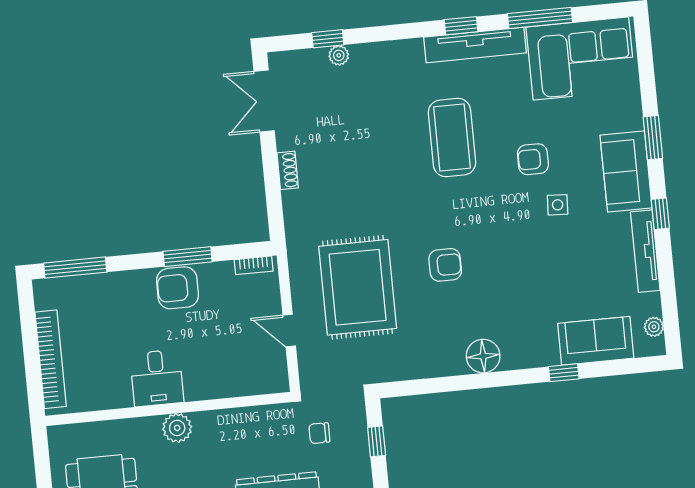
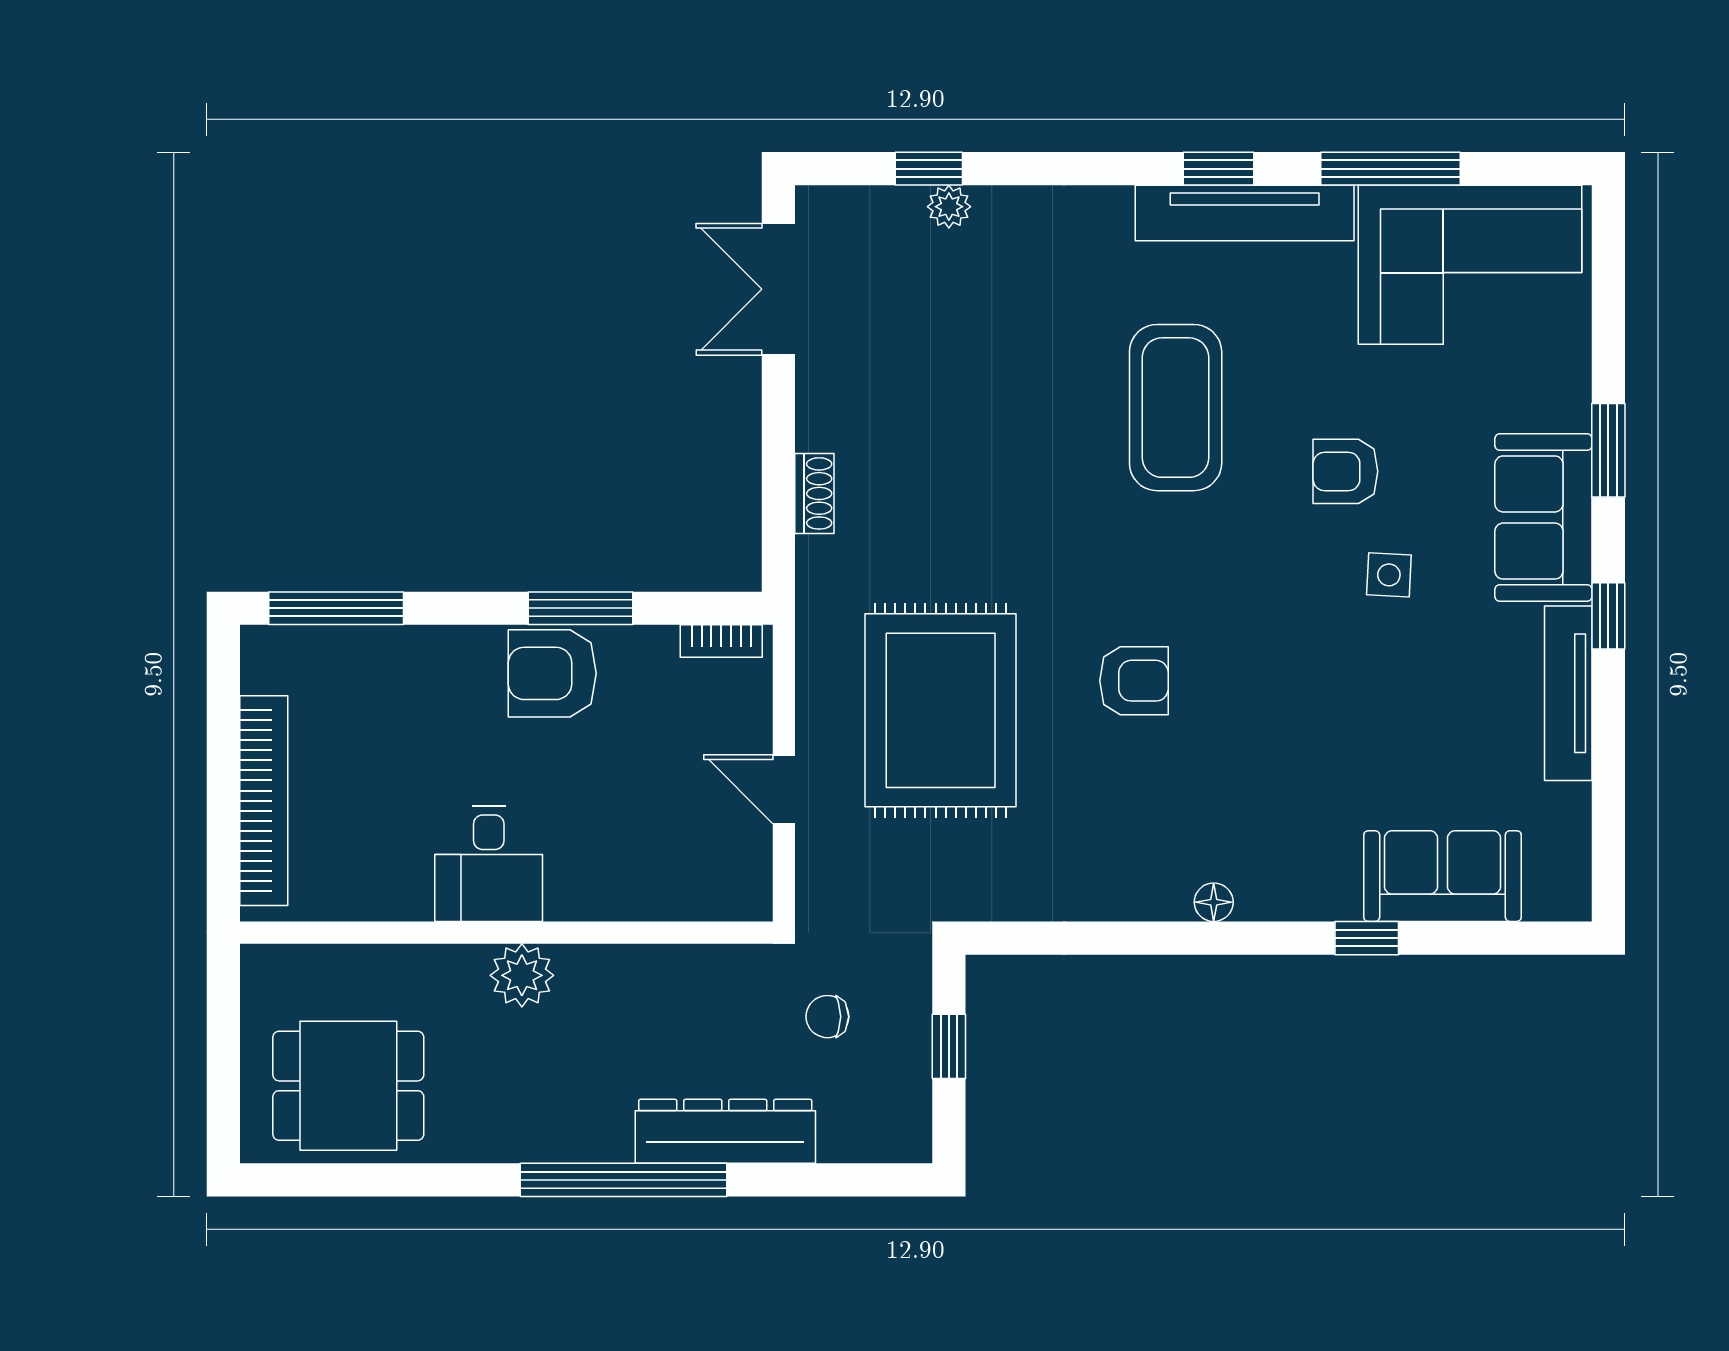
shoe rack: (288, 170) -> (814, 493), moved
plant: (654, 327) -> (1571, 858), removed
floor lamp: (483, 356) -> (1214, 902), width x0.53, depth x0.53

